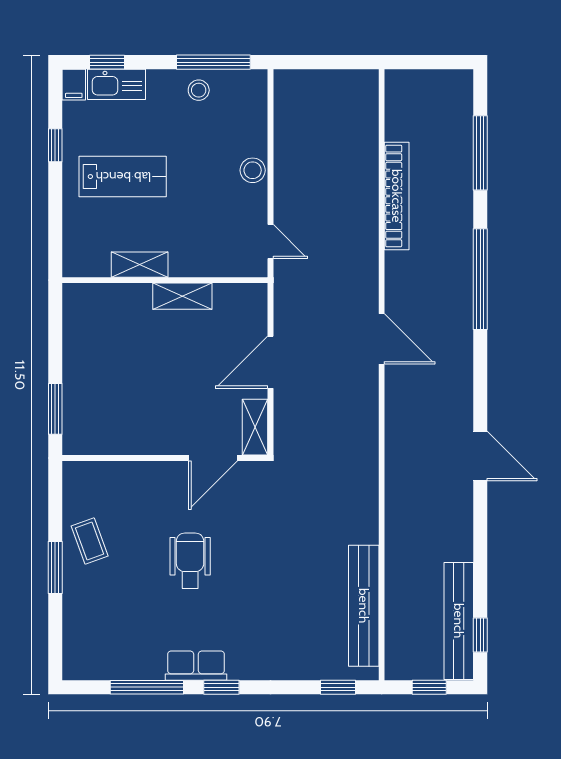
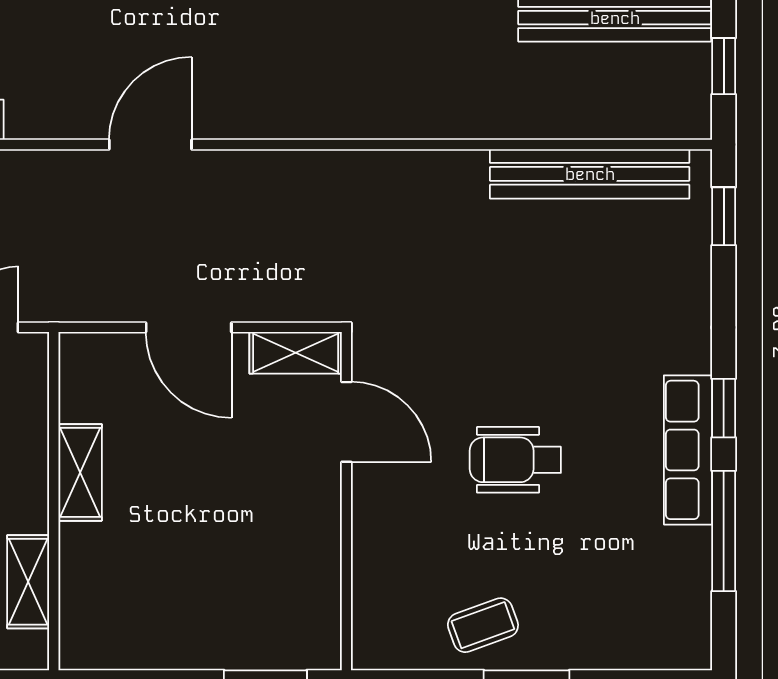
shelving: (140, 265) -> (28, 582), moved
row of seats: (196, 666) -> (688, 450), width x1.48

